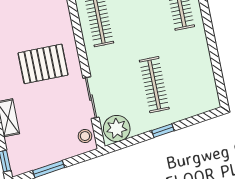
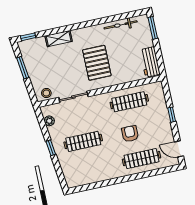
armchair: (144, 18) -> (130, 134), added
plant: (117, 128) -> (49, 121), width x0.53, depth x0.53

